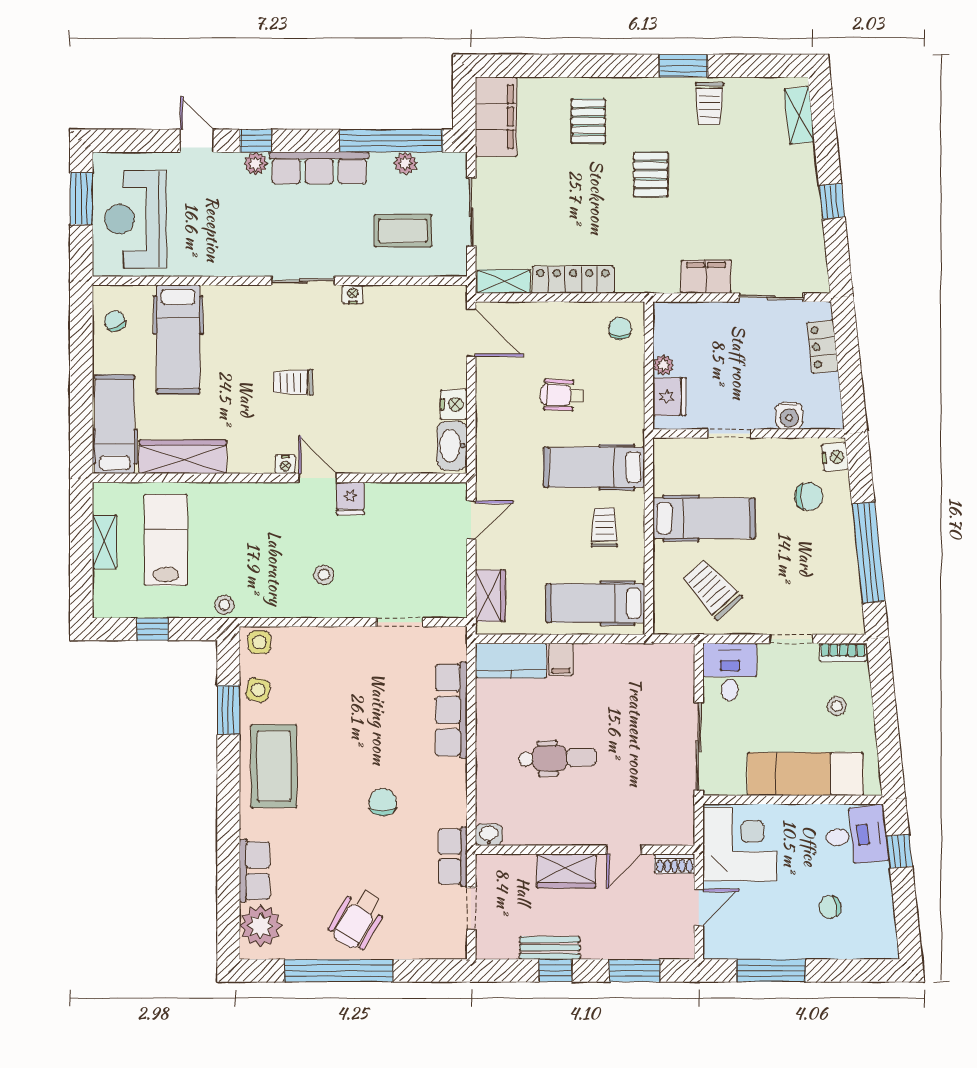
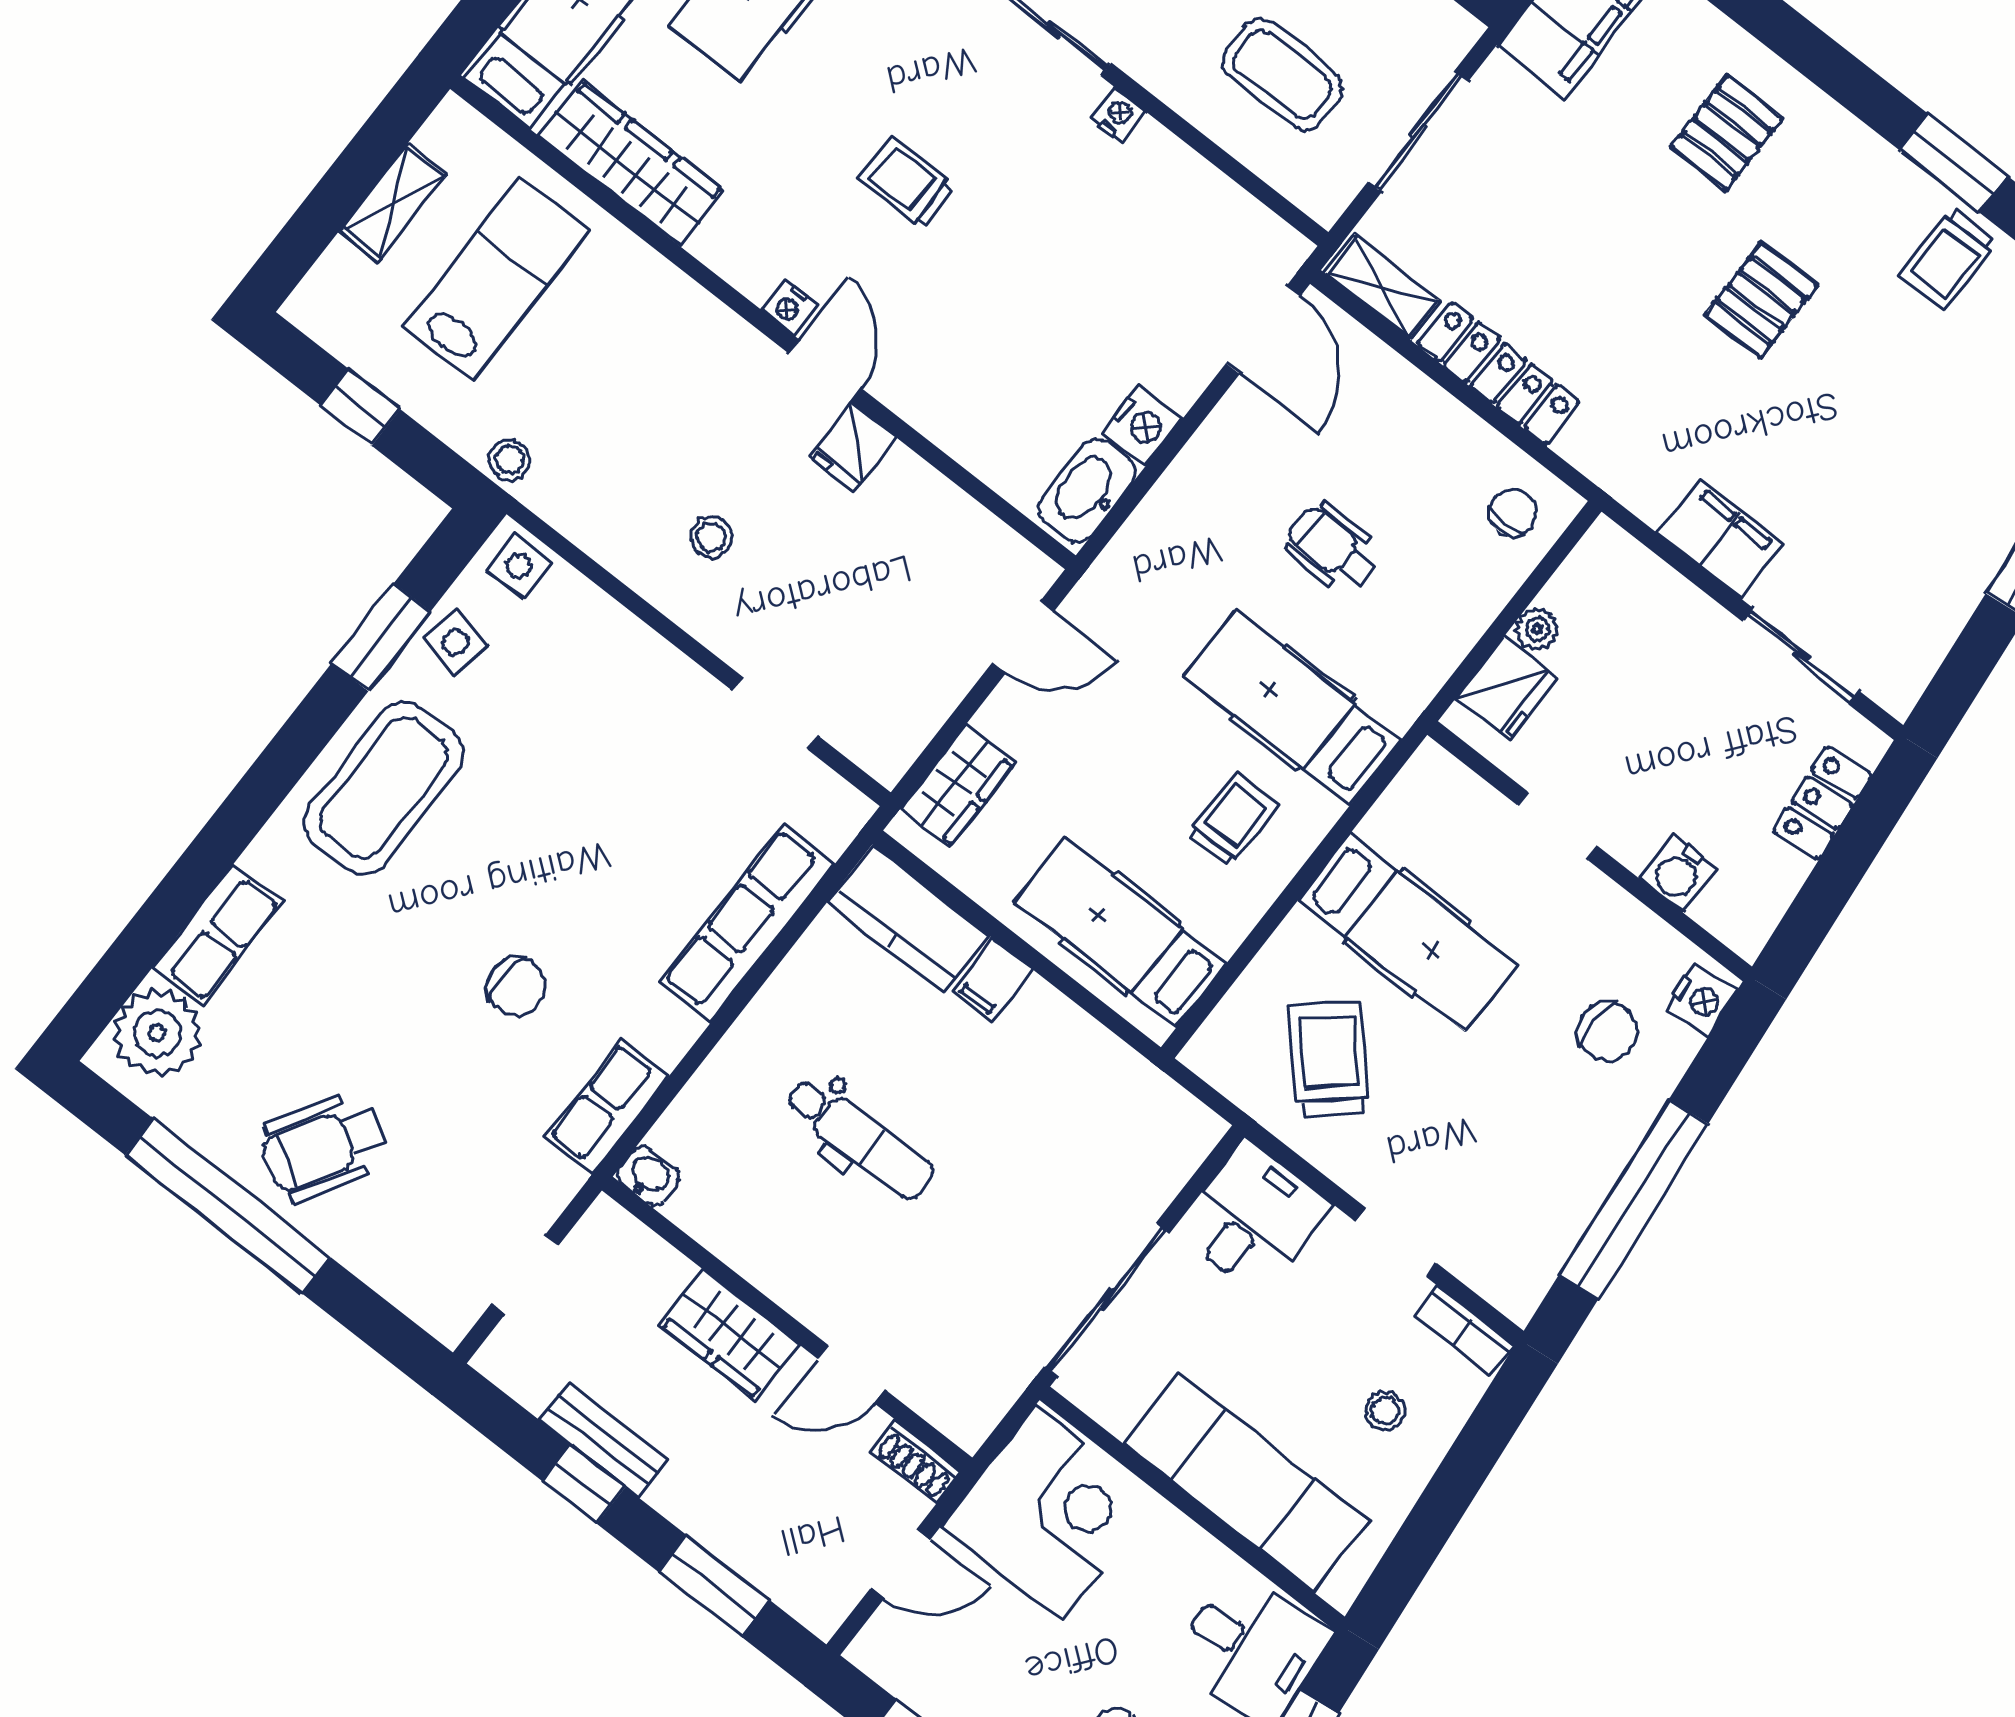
chair: (383, 802) -> (516, 987), turned 90
row of seats: (453, 857) -> (607, 1107), moved

